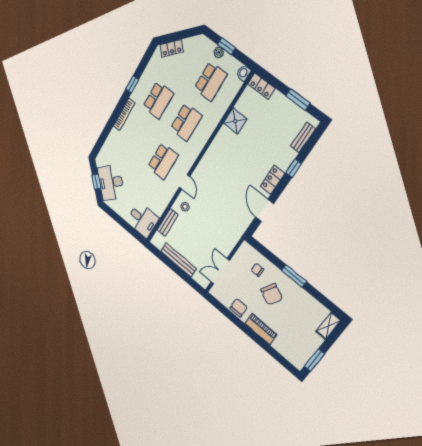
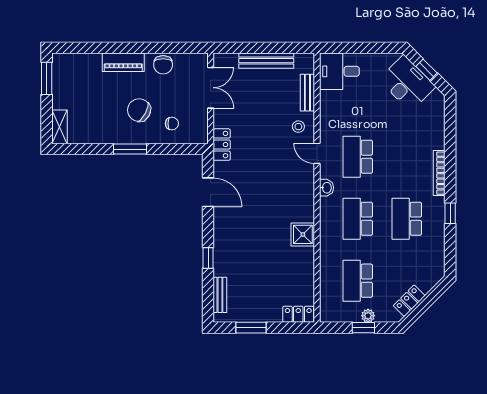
locker: (172, 48) -> (409, 301), moved
washbasin: (244, 73) -> (327, 188), moved
shower: (235, 121) -> (303, 234), moved
locker: (273, 180) -> (222, 145), moved

